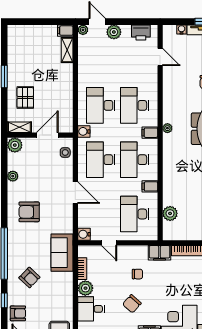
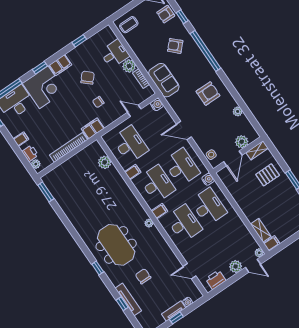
pallet: (25, 97) -> (268, 175), turned 90
plant: (15, 145) -> (242, 142), moved

